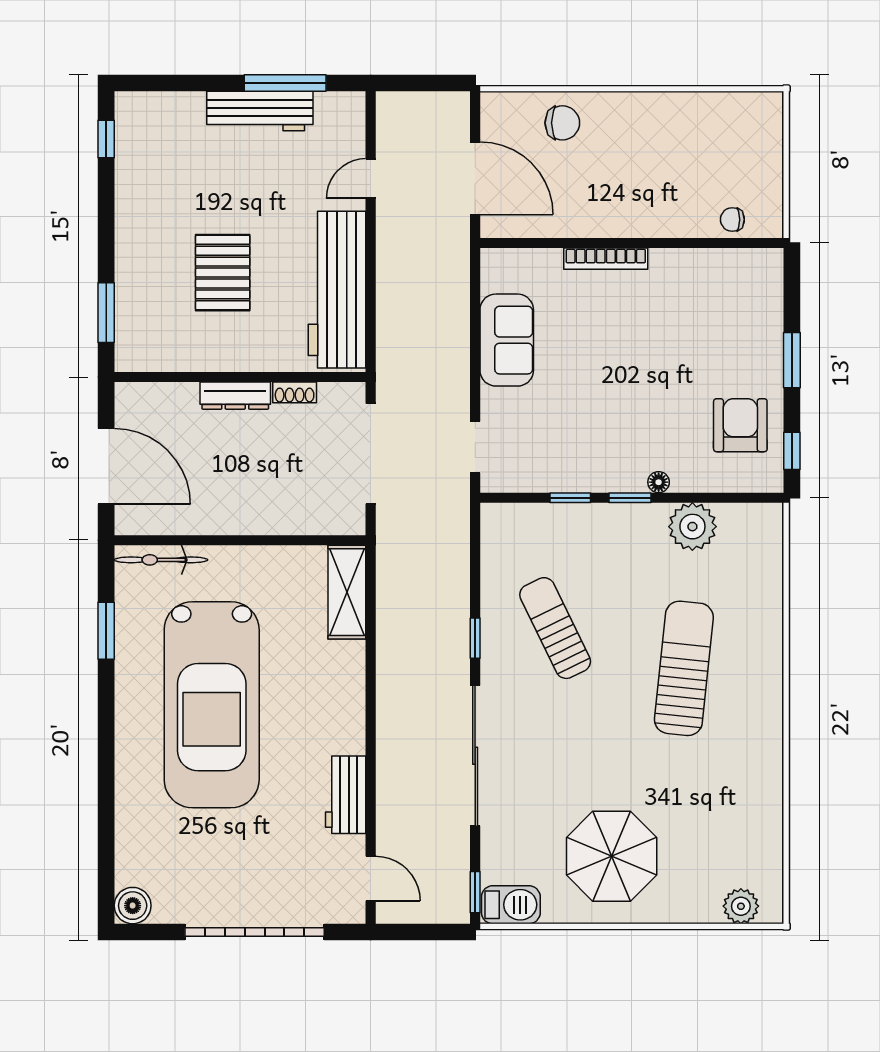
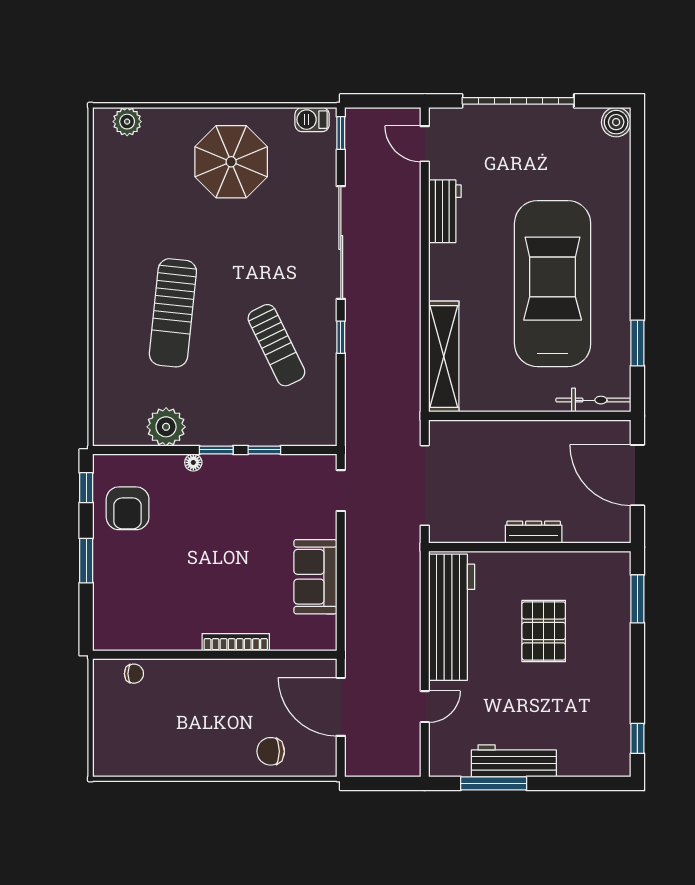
shoe rack: (295, 392) -> (486, 535), removed
shelving: (347, 592) -> (444, 356), width x1.47
barbecue: (511, 905) -> (312, 120), width x0.73, depth x0.79

